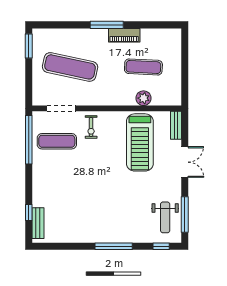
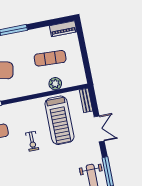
piano: (124, 35) -> (63, 29), moved
exercise bike: (91, 127) -> (32, 141), moved

